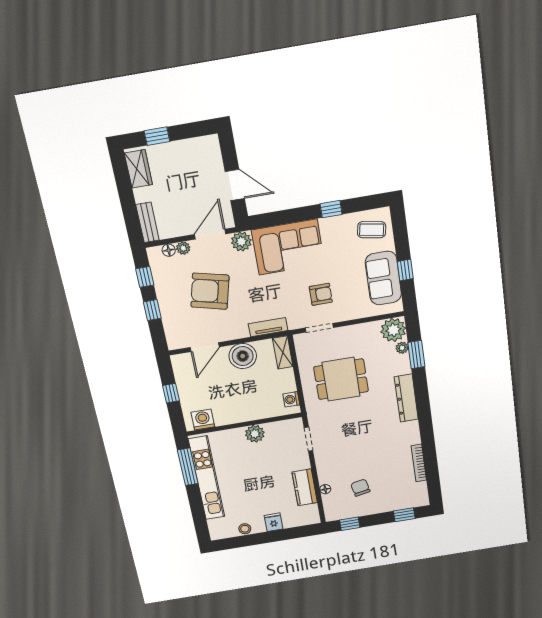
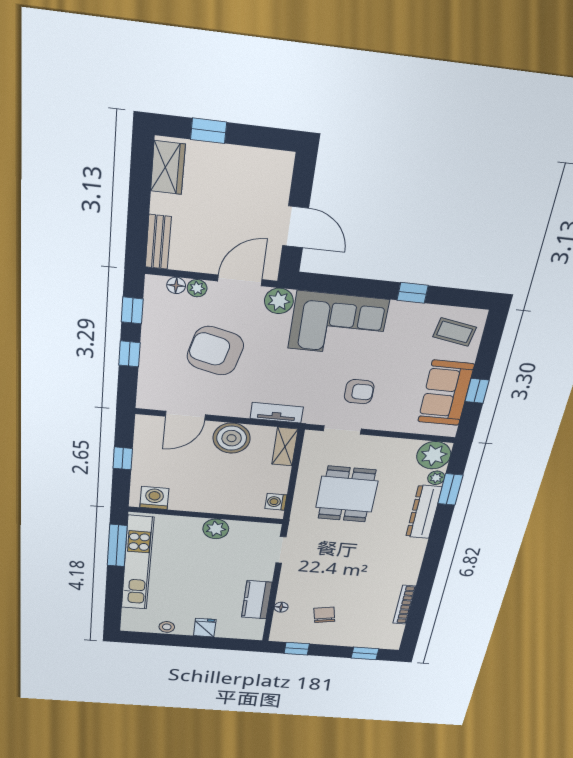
dining table: (341, 379) -> (347, 494), turned 90
dresser: (406, 398) -> (424, 512), moved

